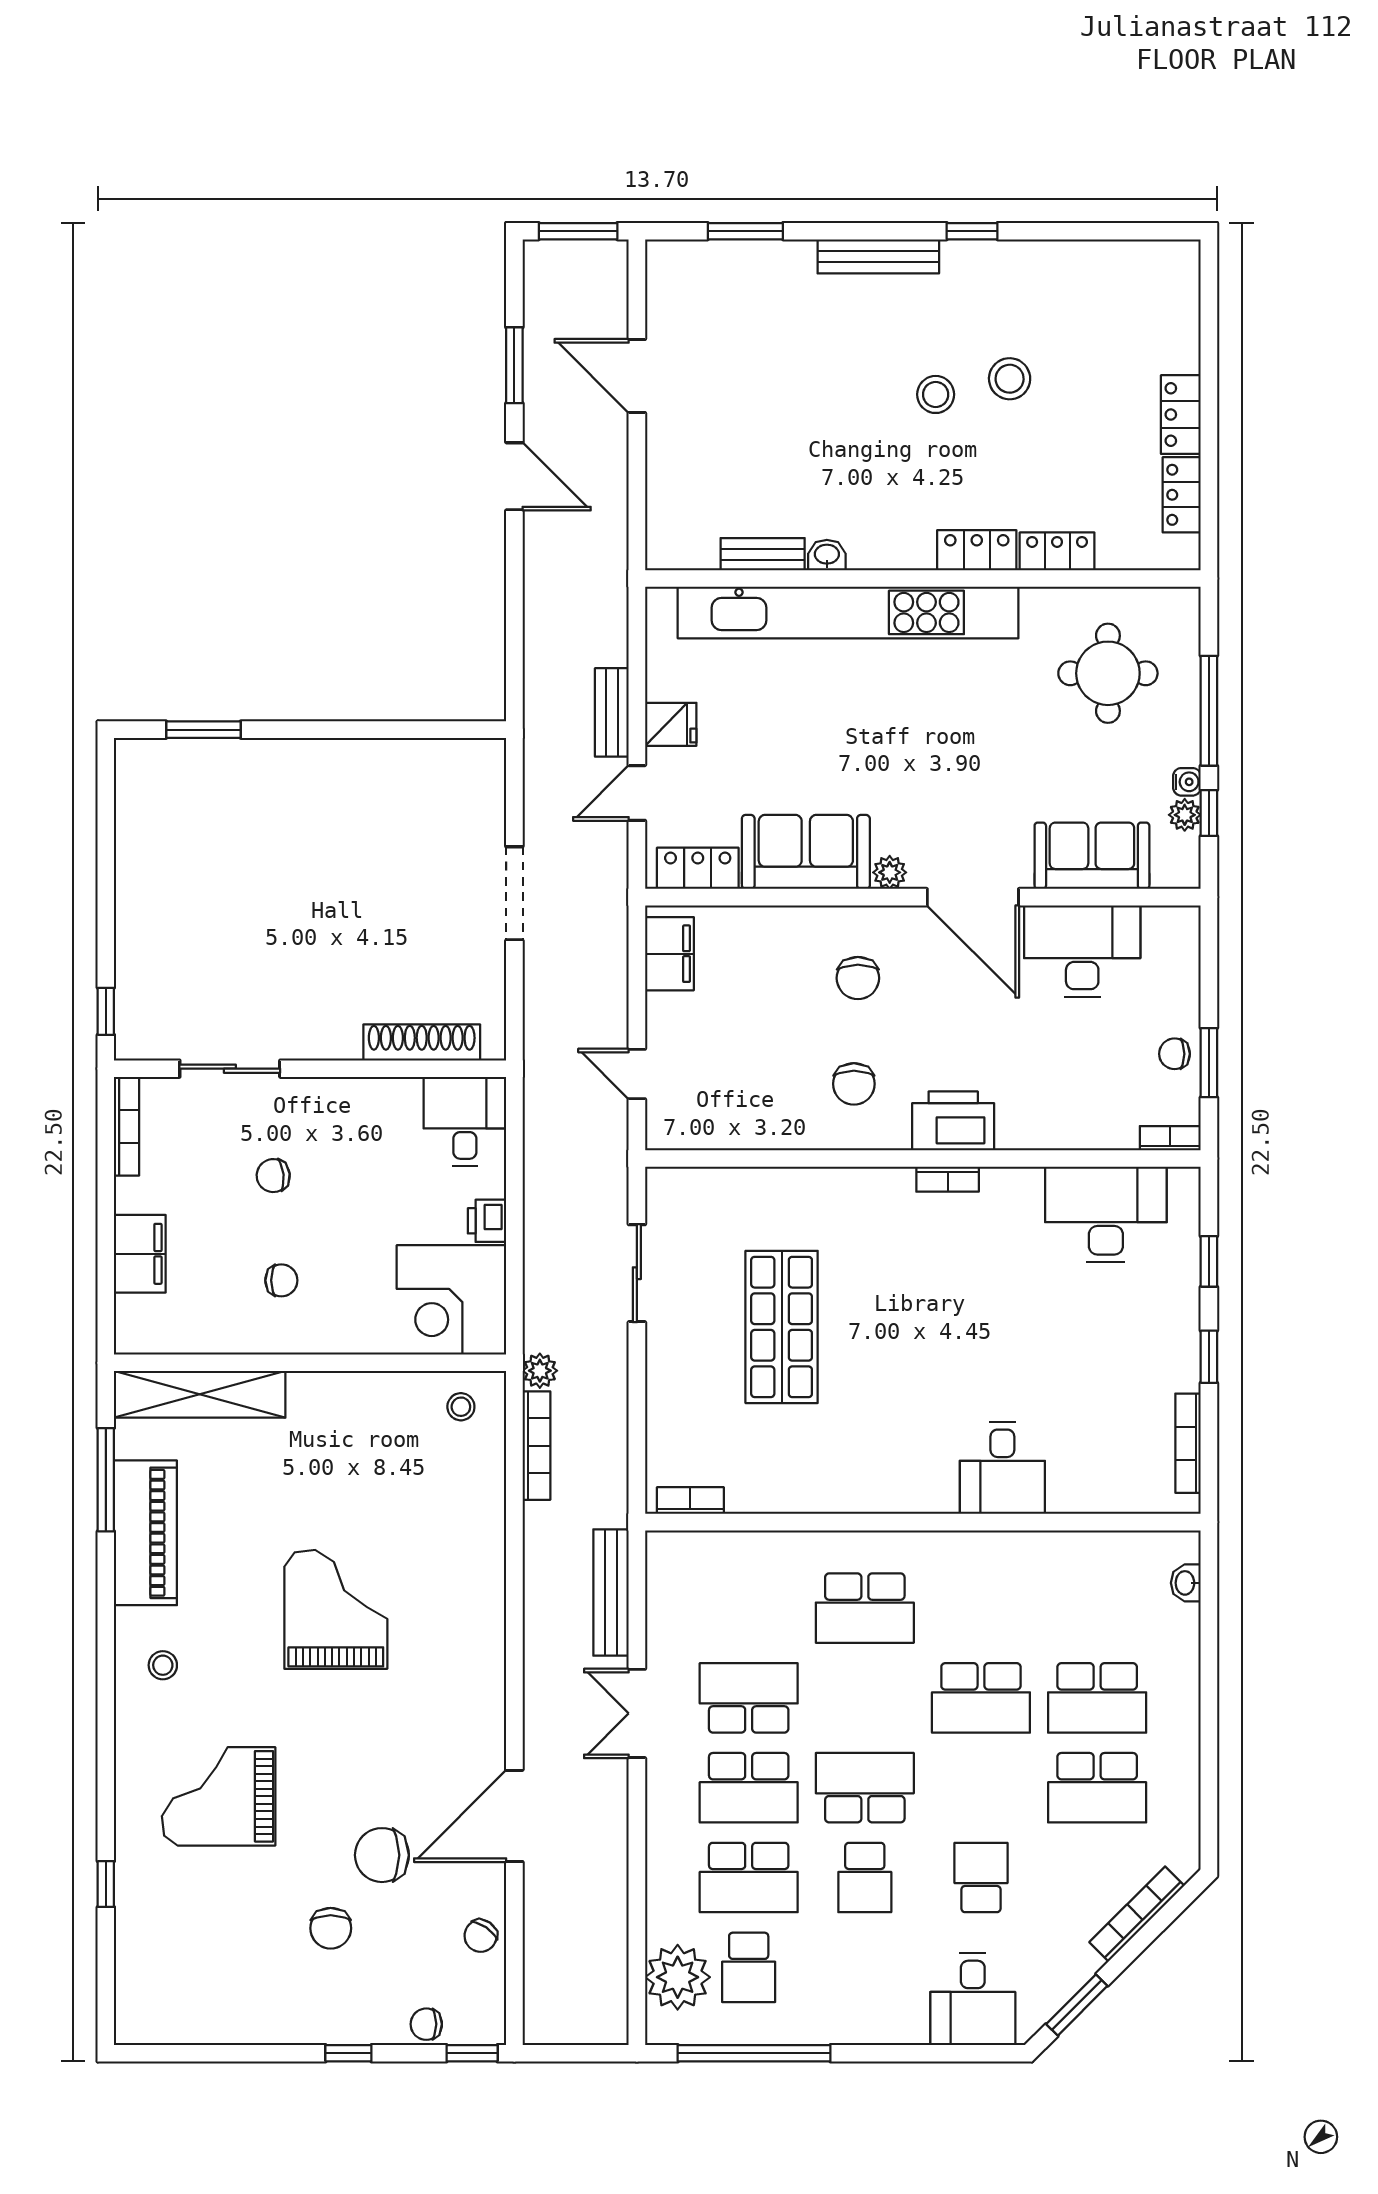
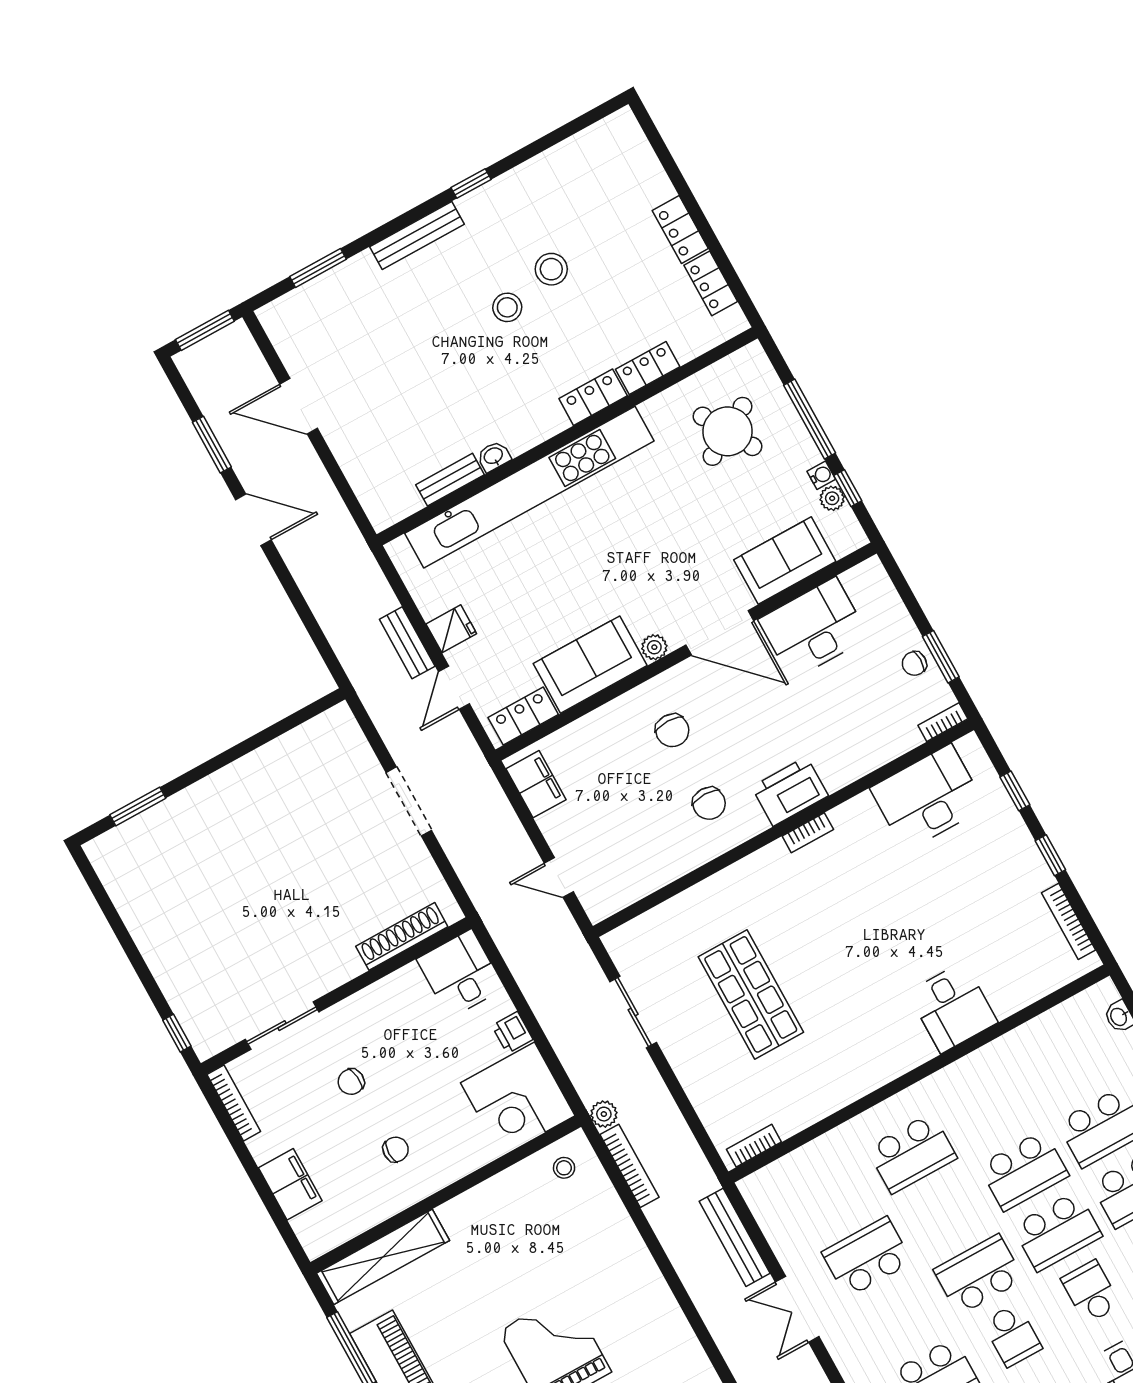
round table: (1108, 673) -> (728, 431), turned -30
school desk: (749, 1788) -> (1057, 1231), moved

